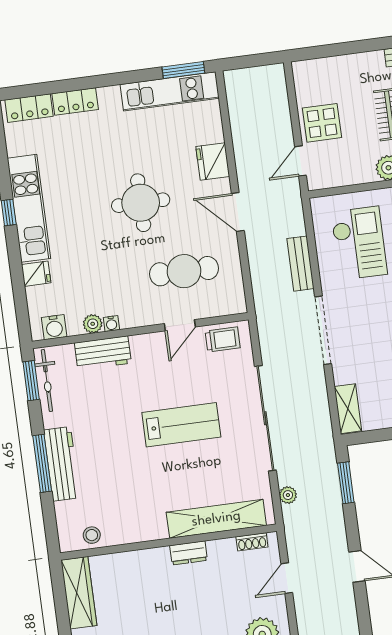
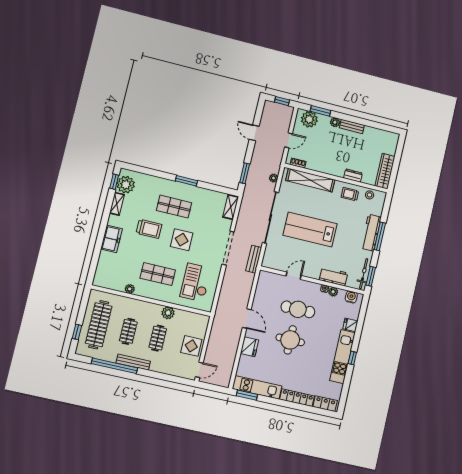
locker: (75, 101) -> (297, 398), width x1.53
door: (300, 161) -> (199, 370), moved
bench: (300, 264) -> (254, 259), moved
cafe table: (184, 271) -> (298, 309), moved
trolley: (223, 339) -> (350, 194), moved
lab bench: (181, 425) -> (310, 229), width x1.36, depth x1.39
dresser: (189, 553) -> (353, 176), moved

